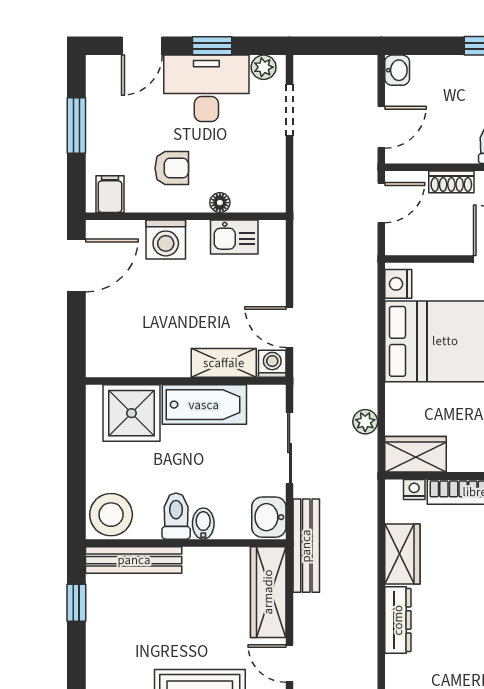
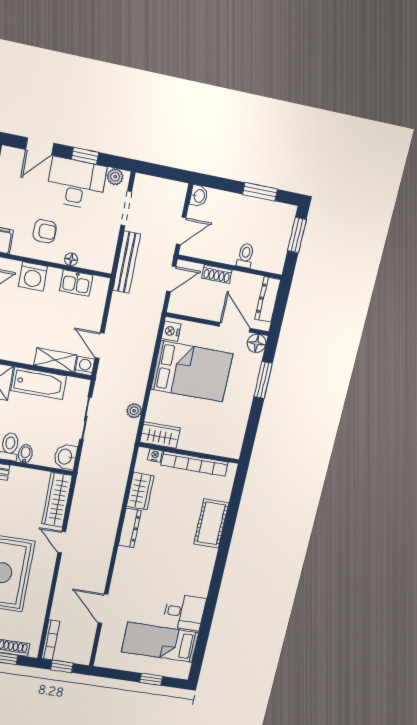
bench: (306, 546) -> (127, 262), moved

